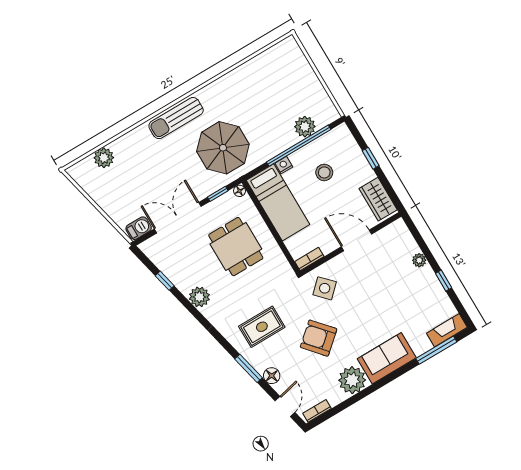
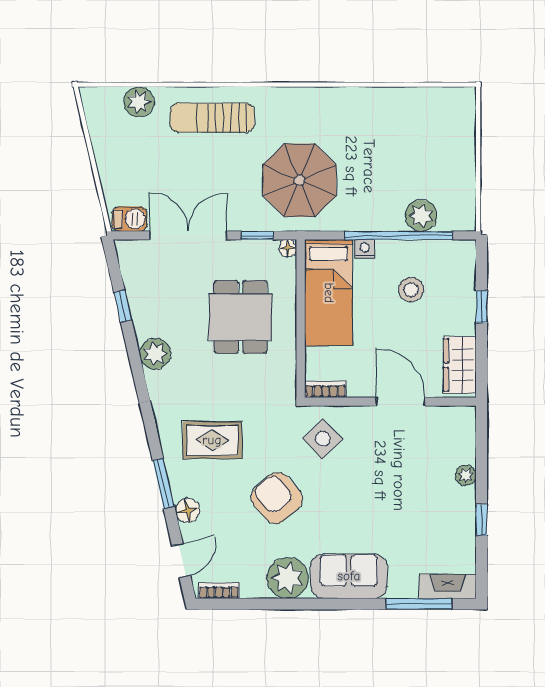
sun lounger: (176, 118) -> (212, 118), moved

